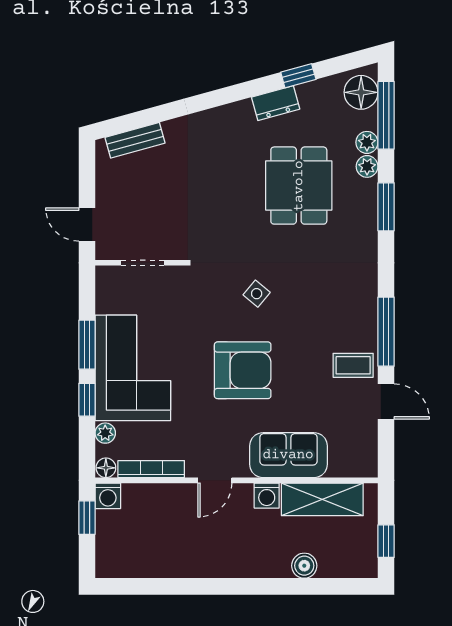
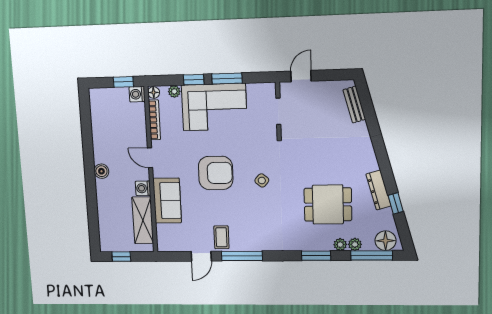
dresser: (276, 103) -> (378, 190), width x1.44
armchair: (243, 370) -> (216, 173), turned -90
boiler: (304, 566) -> (101, 171), moved

